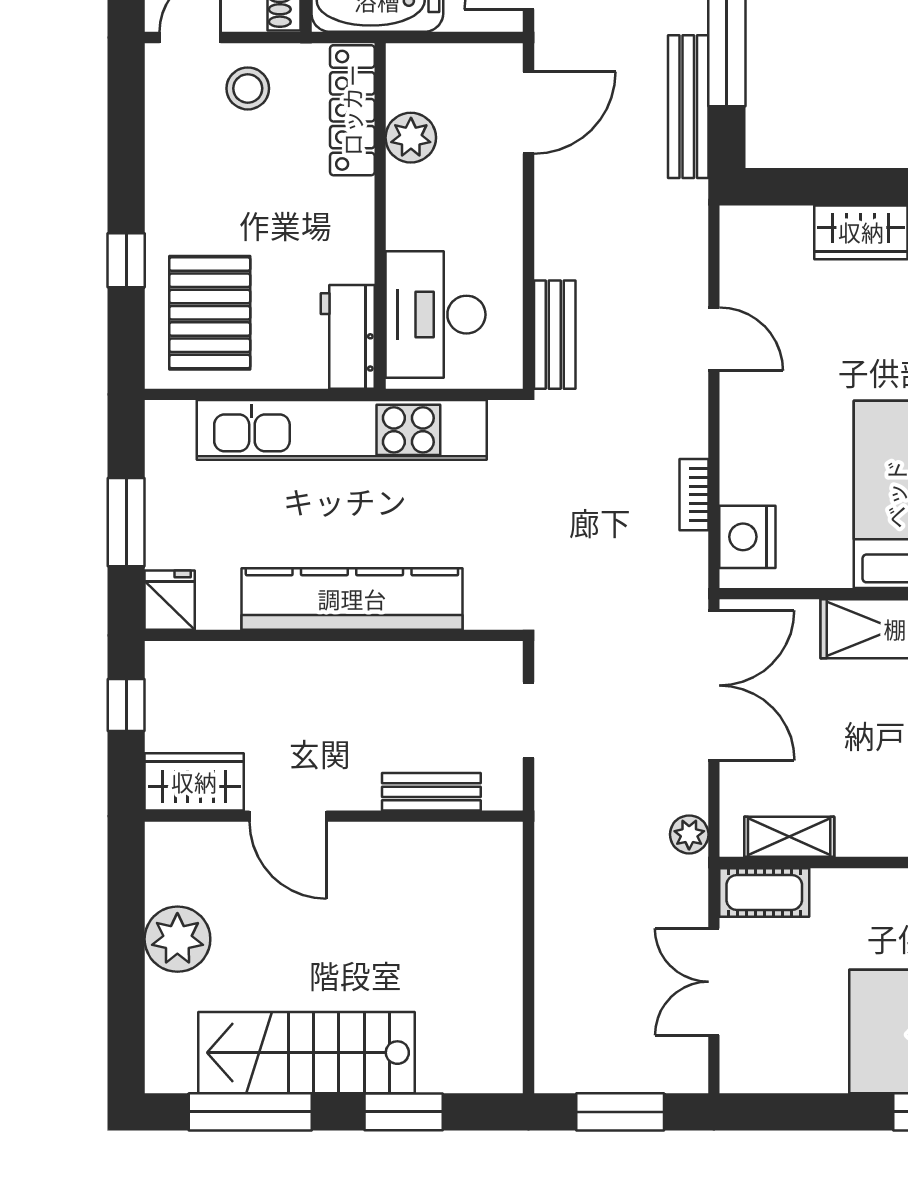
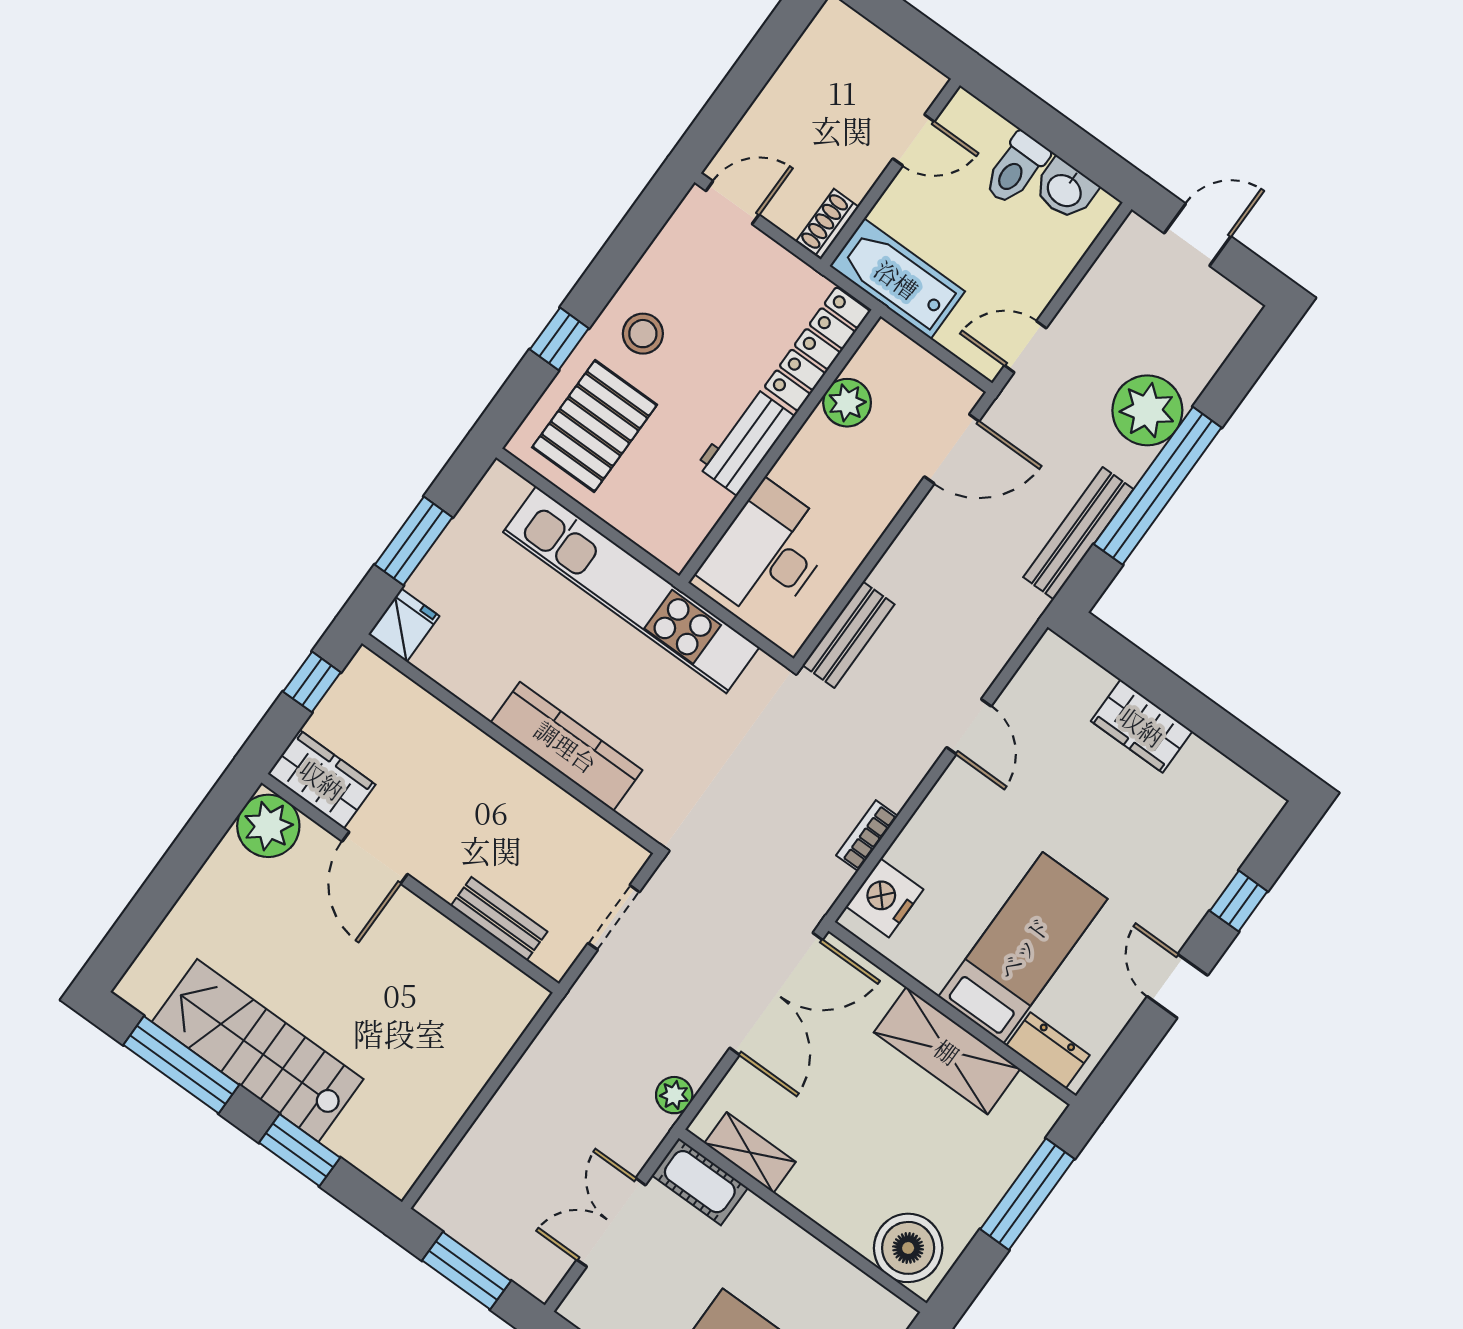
stool: (248, 88) -> (643, 334), moved
workbench: (348, 337) -> (745, 441), moved
kitchen counter: (352, 599) -> (566, 746), width x0.72, depth x0.86
plant: (177, 939) -> (268, 826), moved

